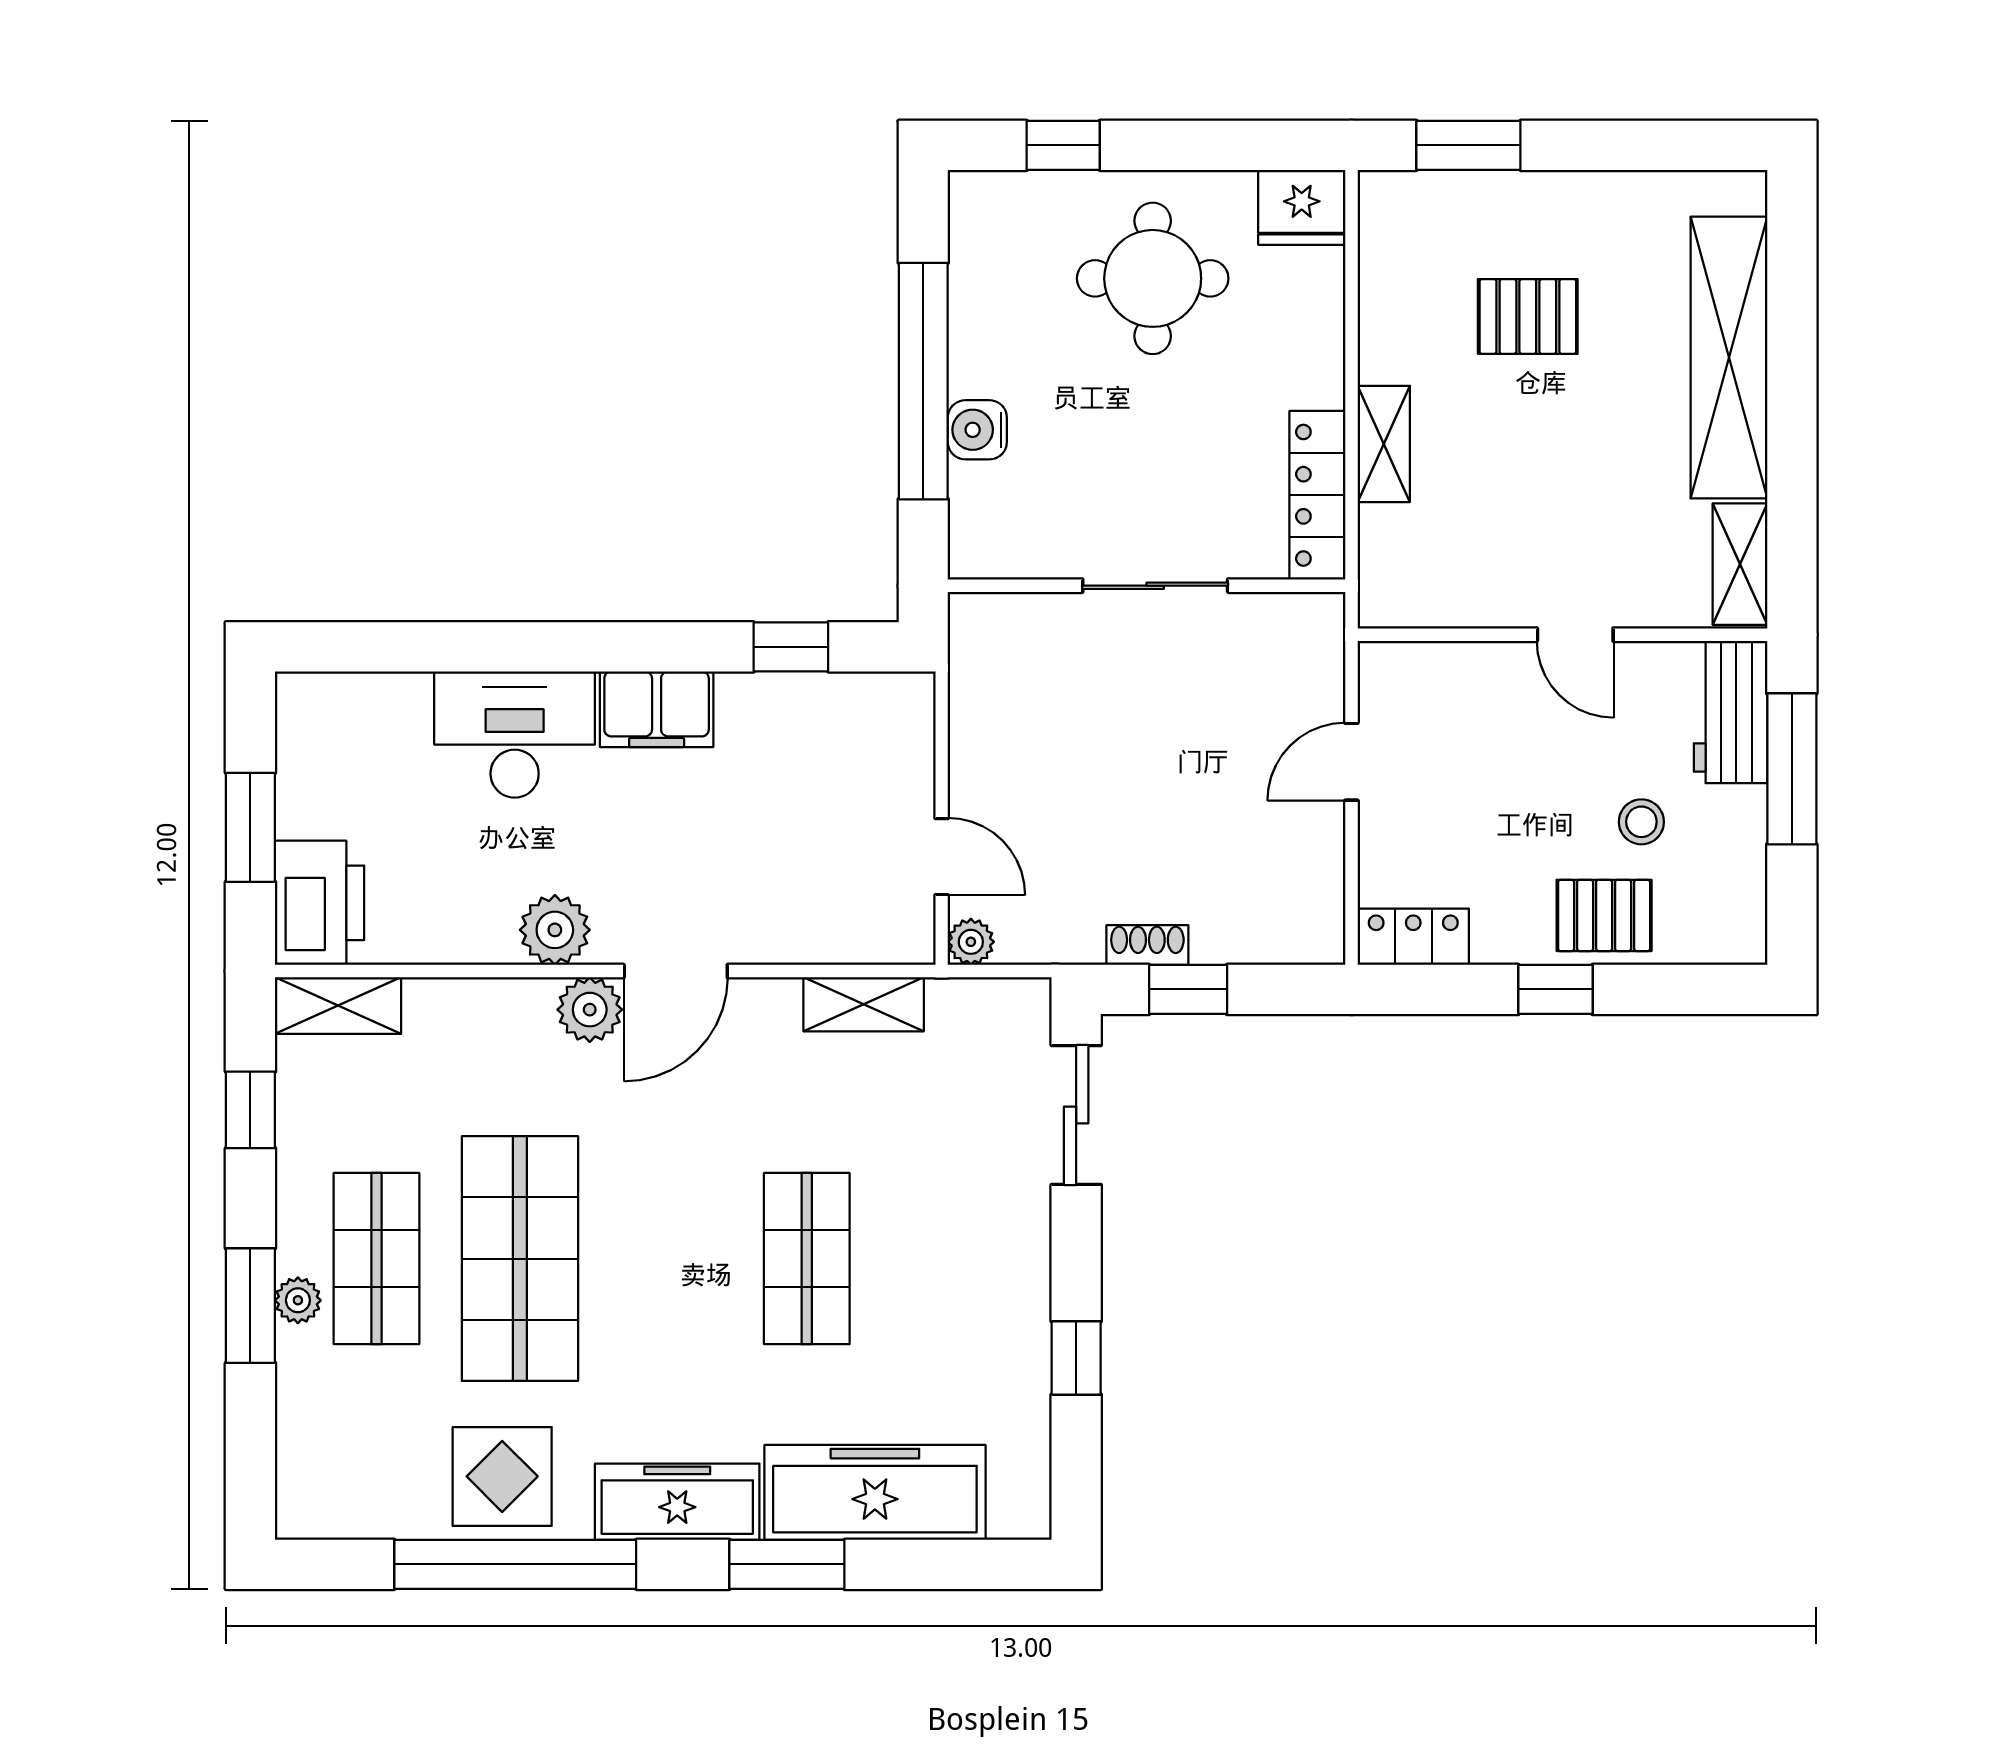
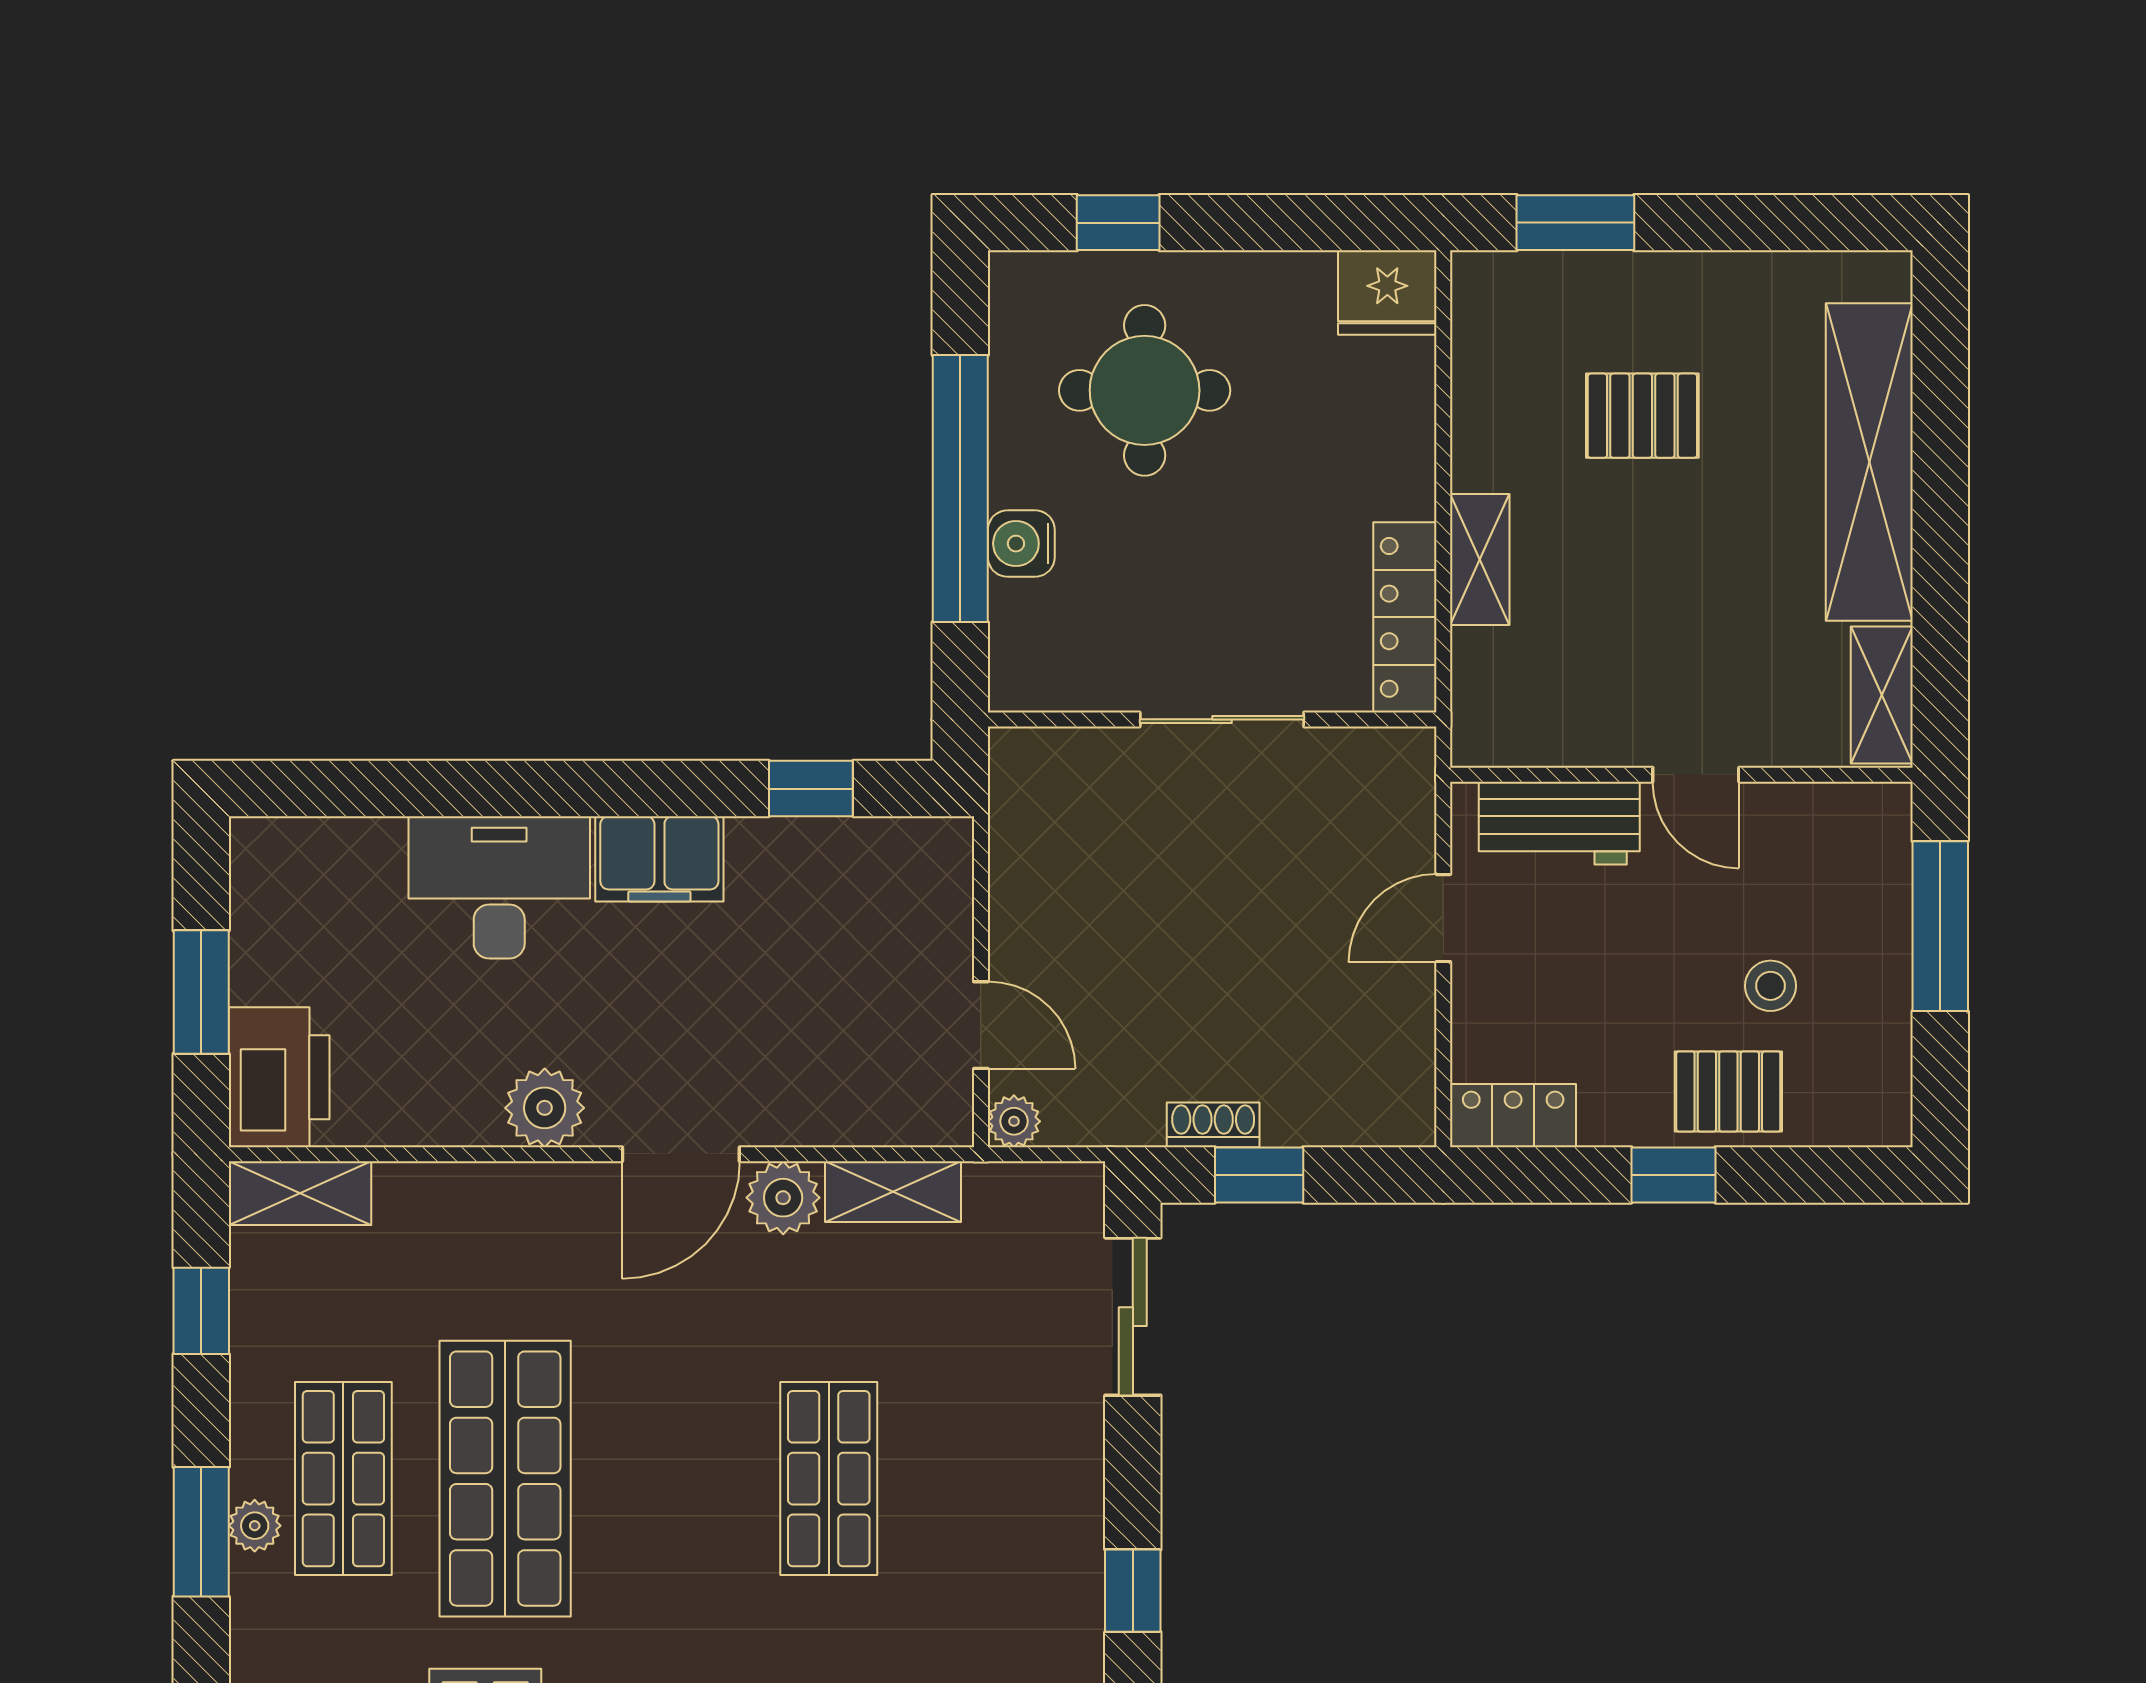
round table: (1153, 278) -> (1145, 390), moved
workbench: (1731, 712) -> (1559, 823), moved, turned -90
plant: (590, 1010) -> (783, 1198), moved

